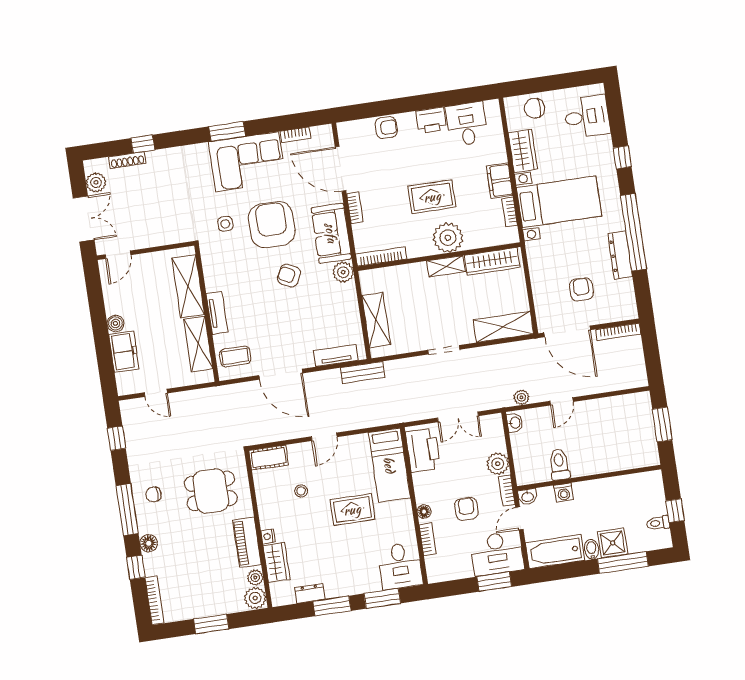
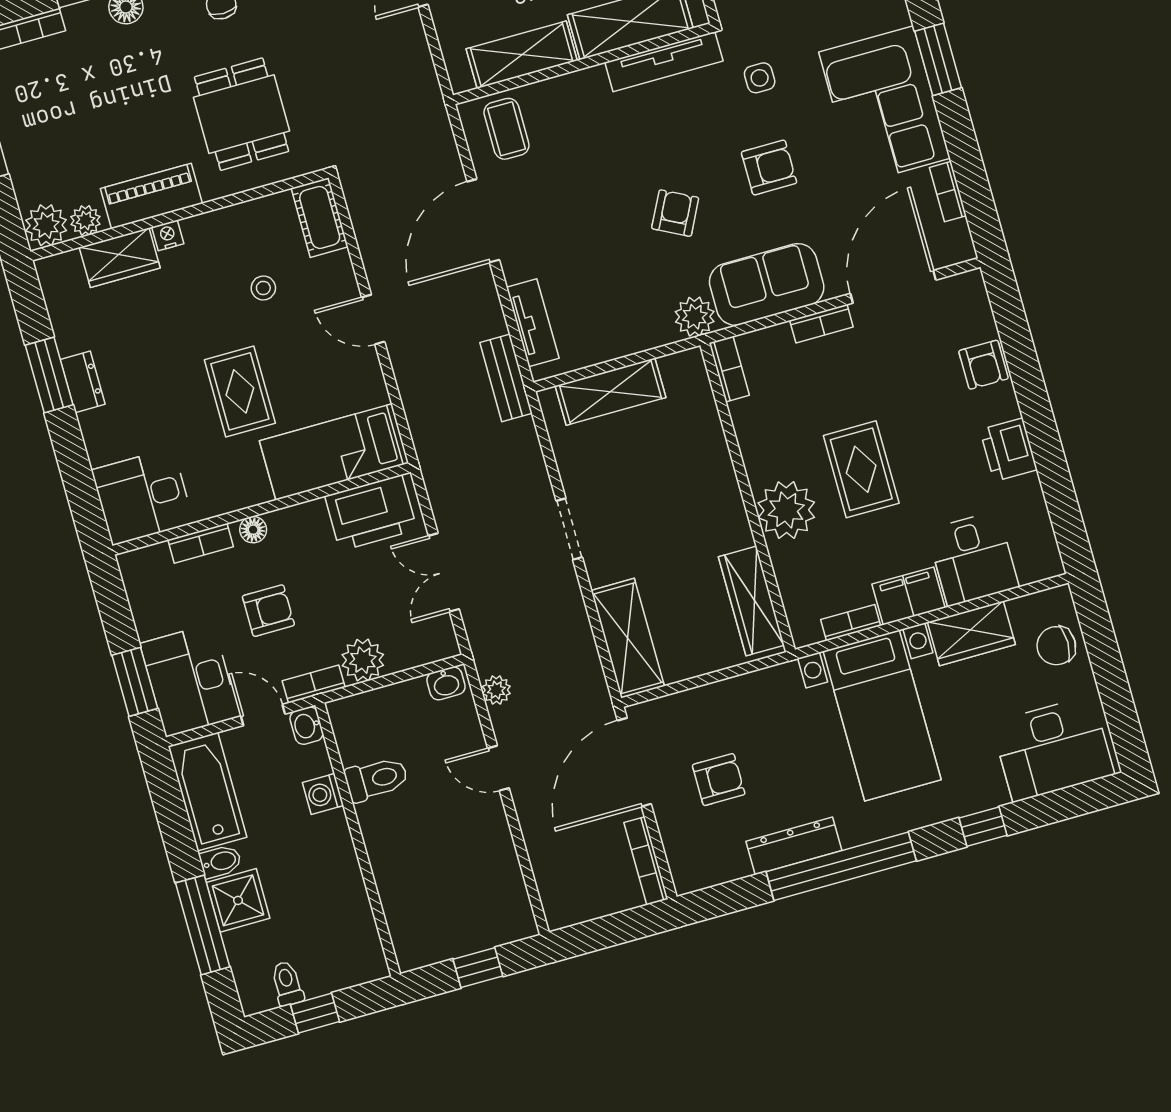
chair: (534, 108) -> (1056, 646), turned -90
desk: (587, 117) -> (1053, 749), width x1.37
desk: (467, 124) -> (973, 559), moved, turned 90
armchair: (272, 225) -> (769, 168), width x0.53, depth x0.53
bookcase: (381, 257) -> (729, 369), width x0.64
shelving: (446, 266) -> (731, 513), removed
tv unit: (217, 313) -> (664, 62), moved, width x1.41
window: (662, 424) -> (478, 968), width x0.67
dresser: (310, 593) -> (83, 382), moved
window: (382, 598) -> (76, 470), removed

